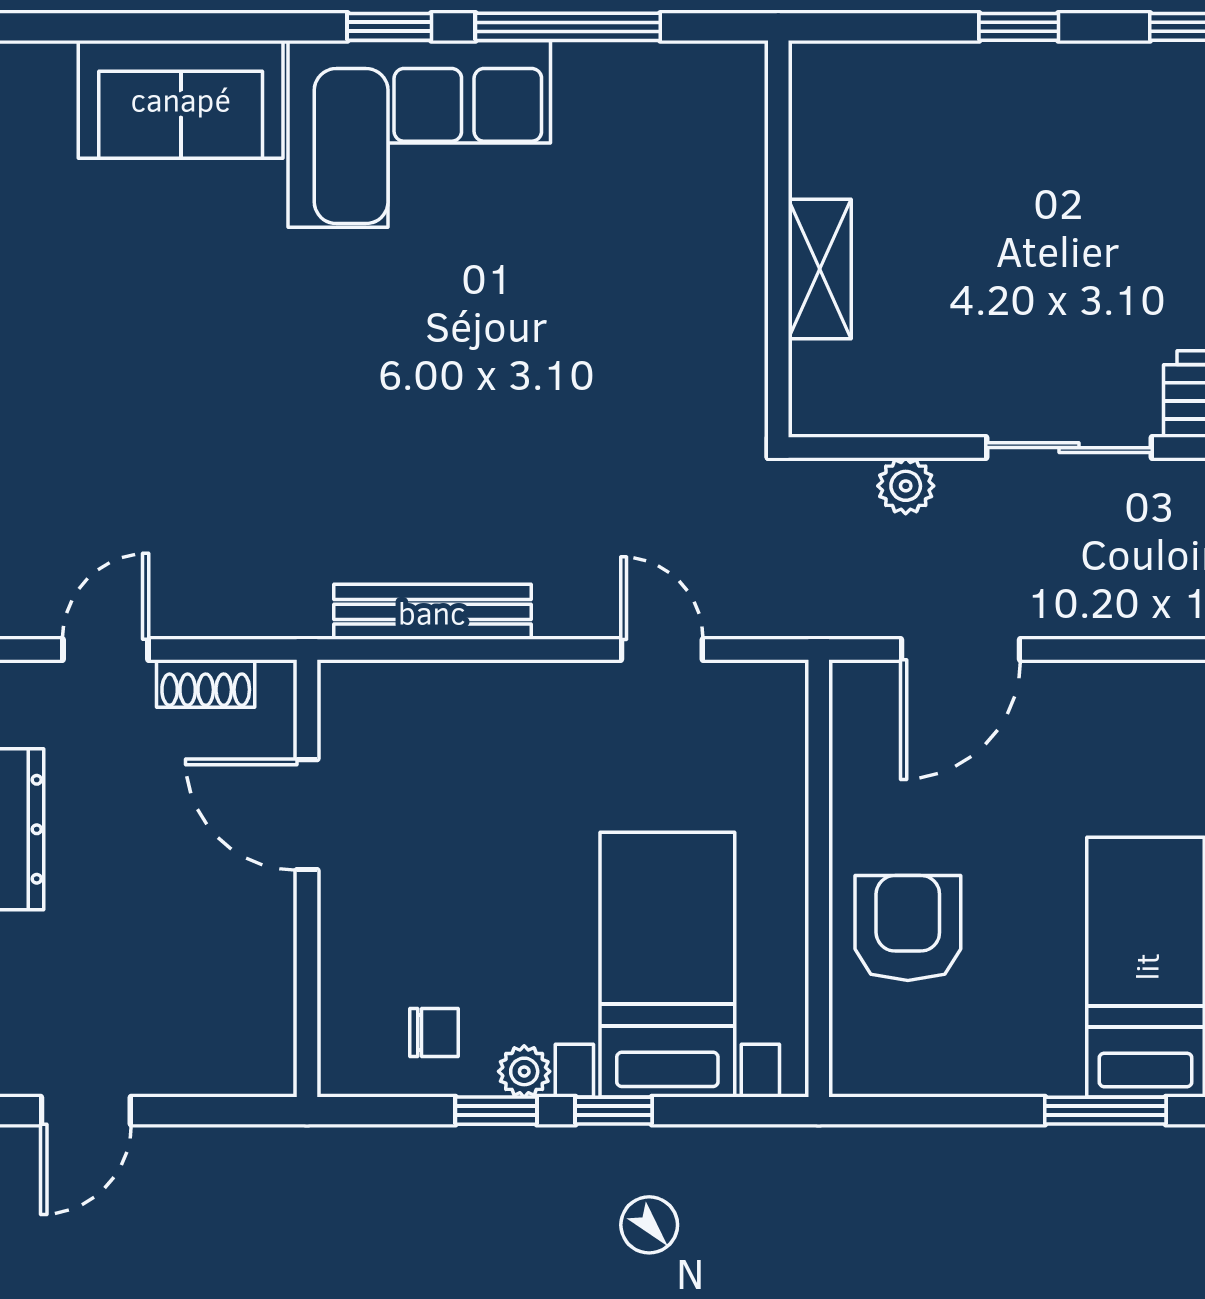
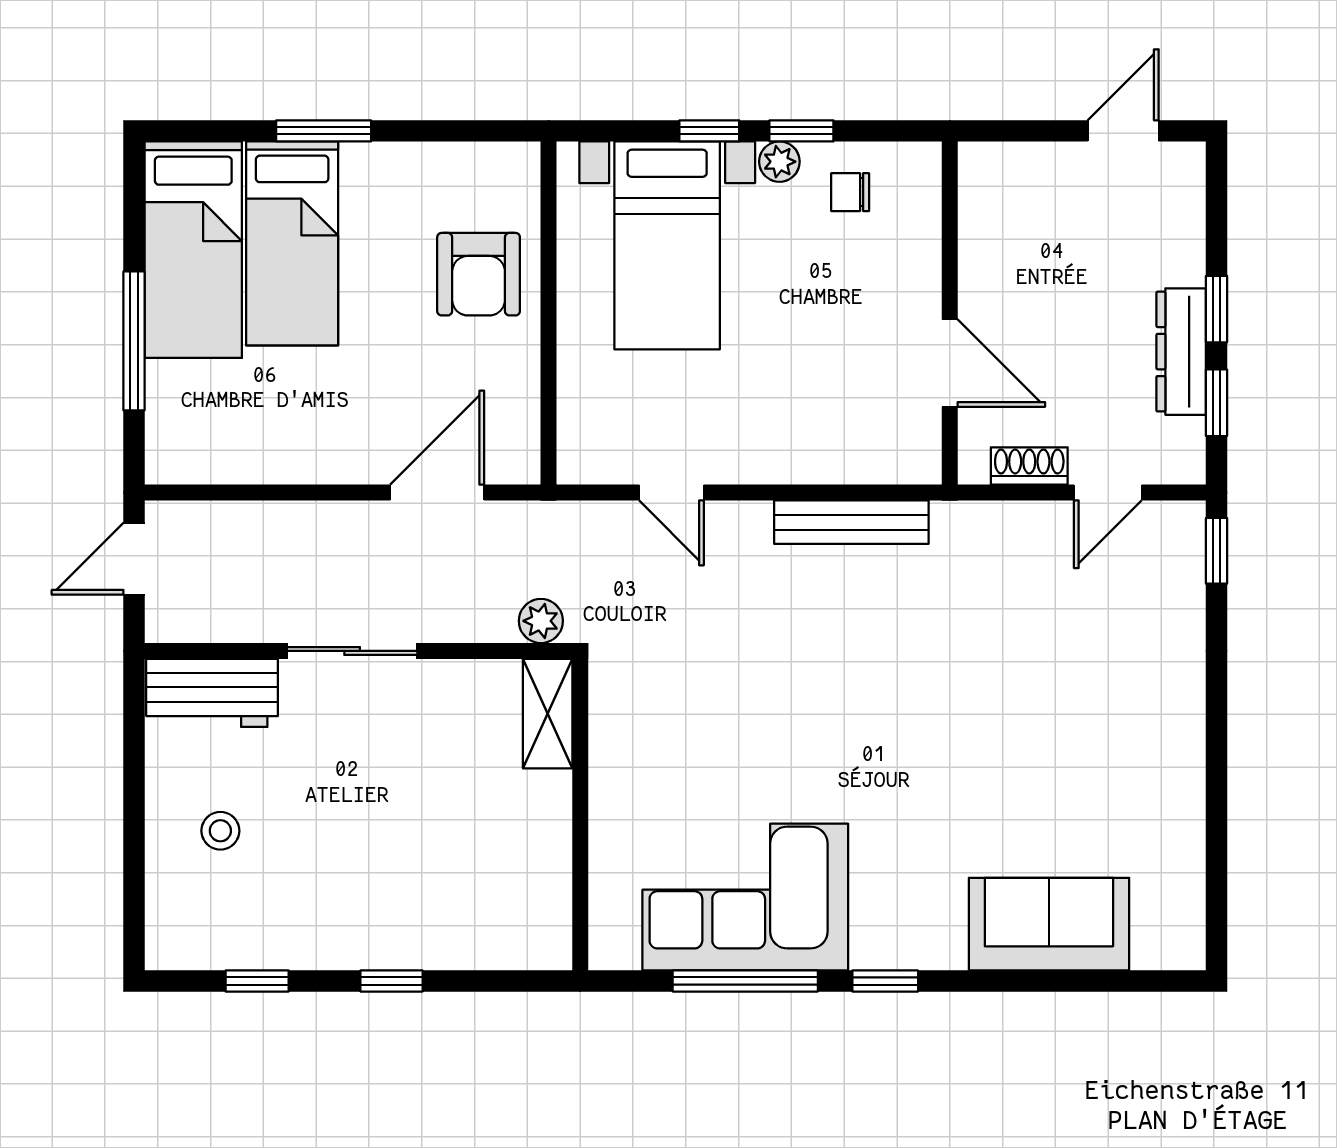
corner sofa: (419, 134) -> (745, 897), moved
shelving: (820, 269) -> (548, 714), moved
plant: (906, 486) -> (541, 621), moved

